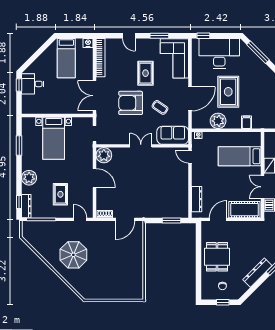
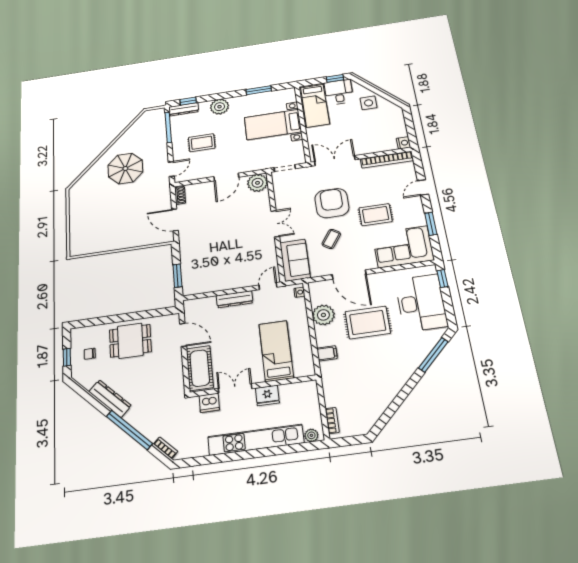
bed: (66, 58) -> (315, 105), moved, turned -90
side table: (47, 63) -> (369, 103), added
dresser: (197, 199) -> (235, 299), moved

